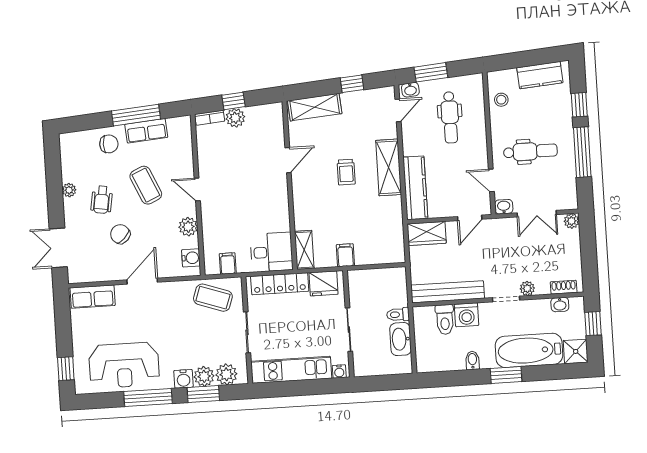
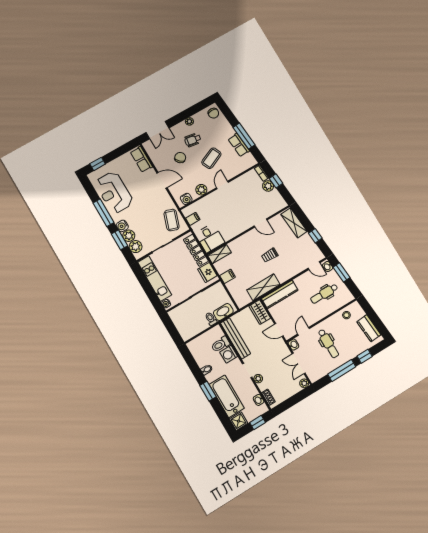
chair: (109, 144) -> (213, 113), moved
shelving: (389, 167) -> (263, 287), moved
double door: (58, 248) -> (157, 130), swing flipped
washbasin: (401, 339) -> (223, 312), moved

